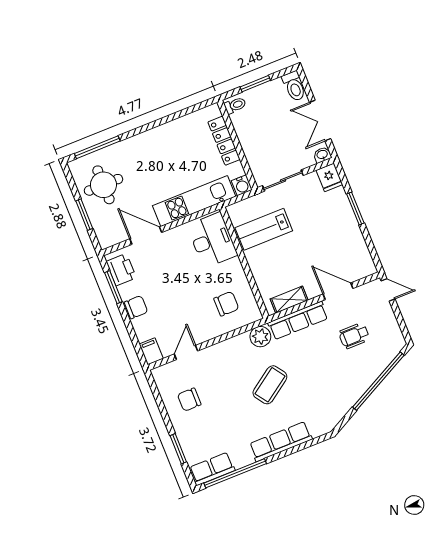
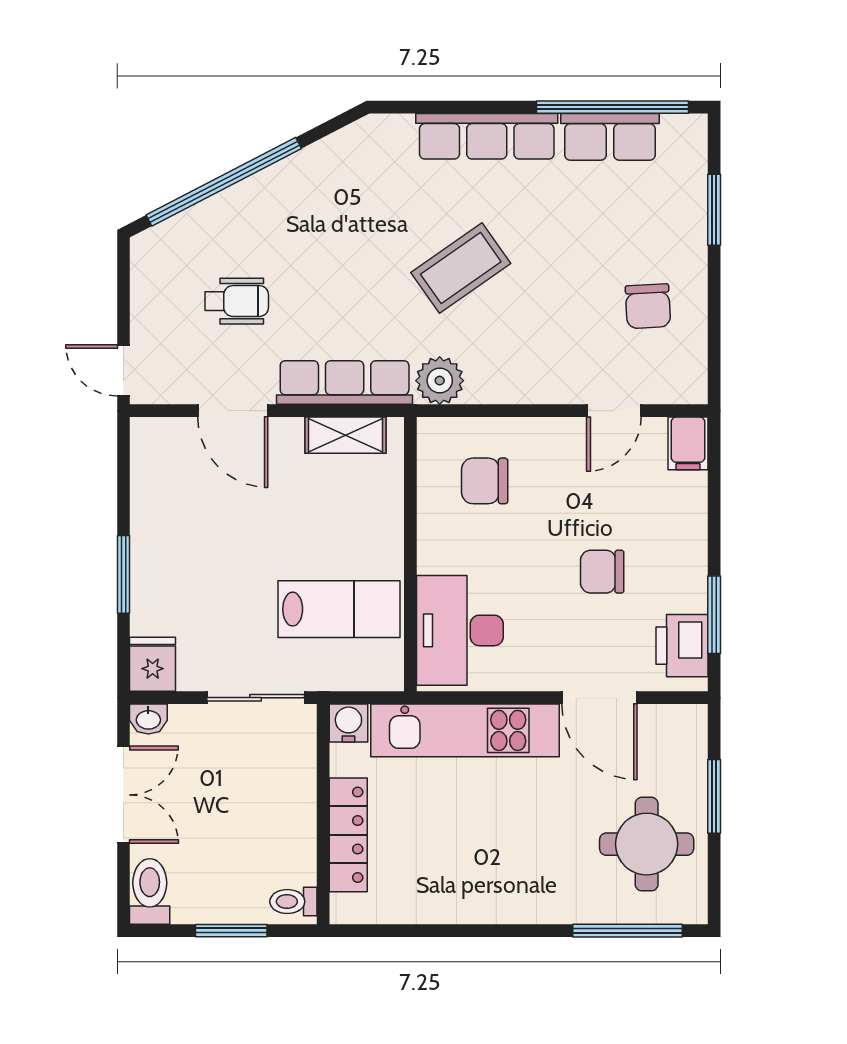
chair: (136, 307) -> (602, 572), moved
chair: (189, 400) -> (648, 306), turned 87
row of seats: (212, 469) -> (610, 137), moved

